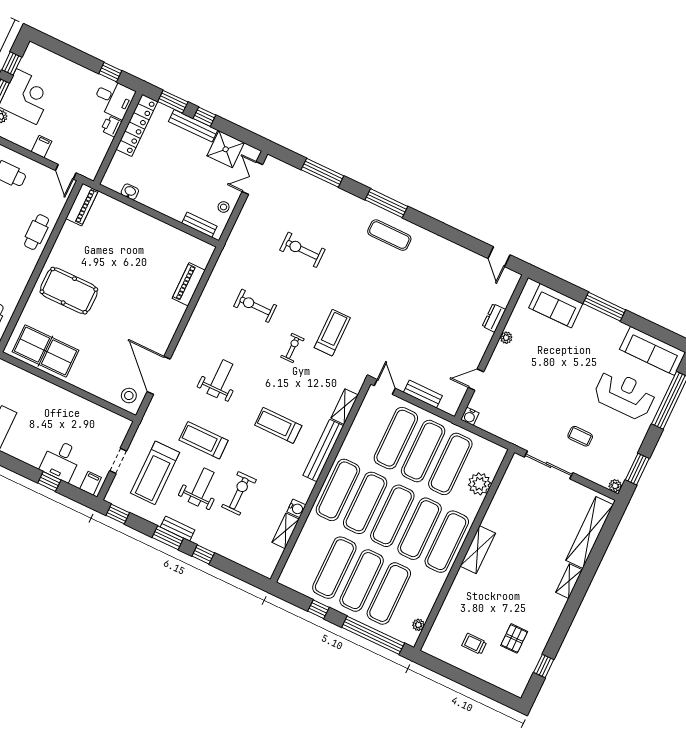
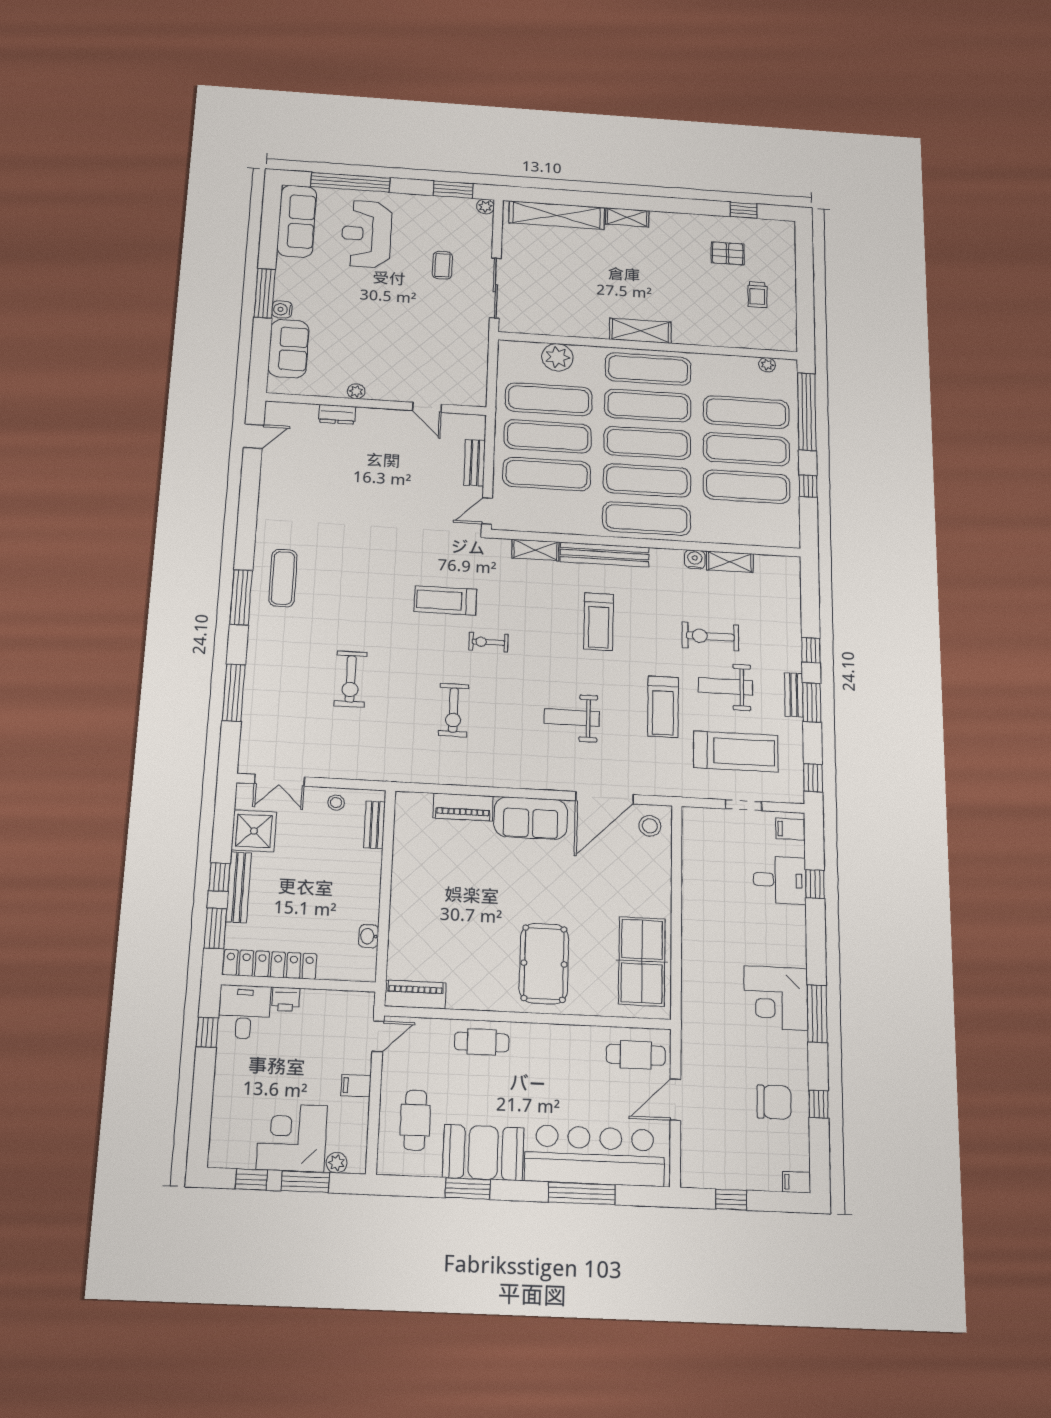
sofa: (164, 323) -> (531, 818), added
water cooler: (470, 416) -> (282, 309), moved, turned 180

